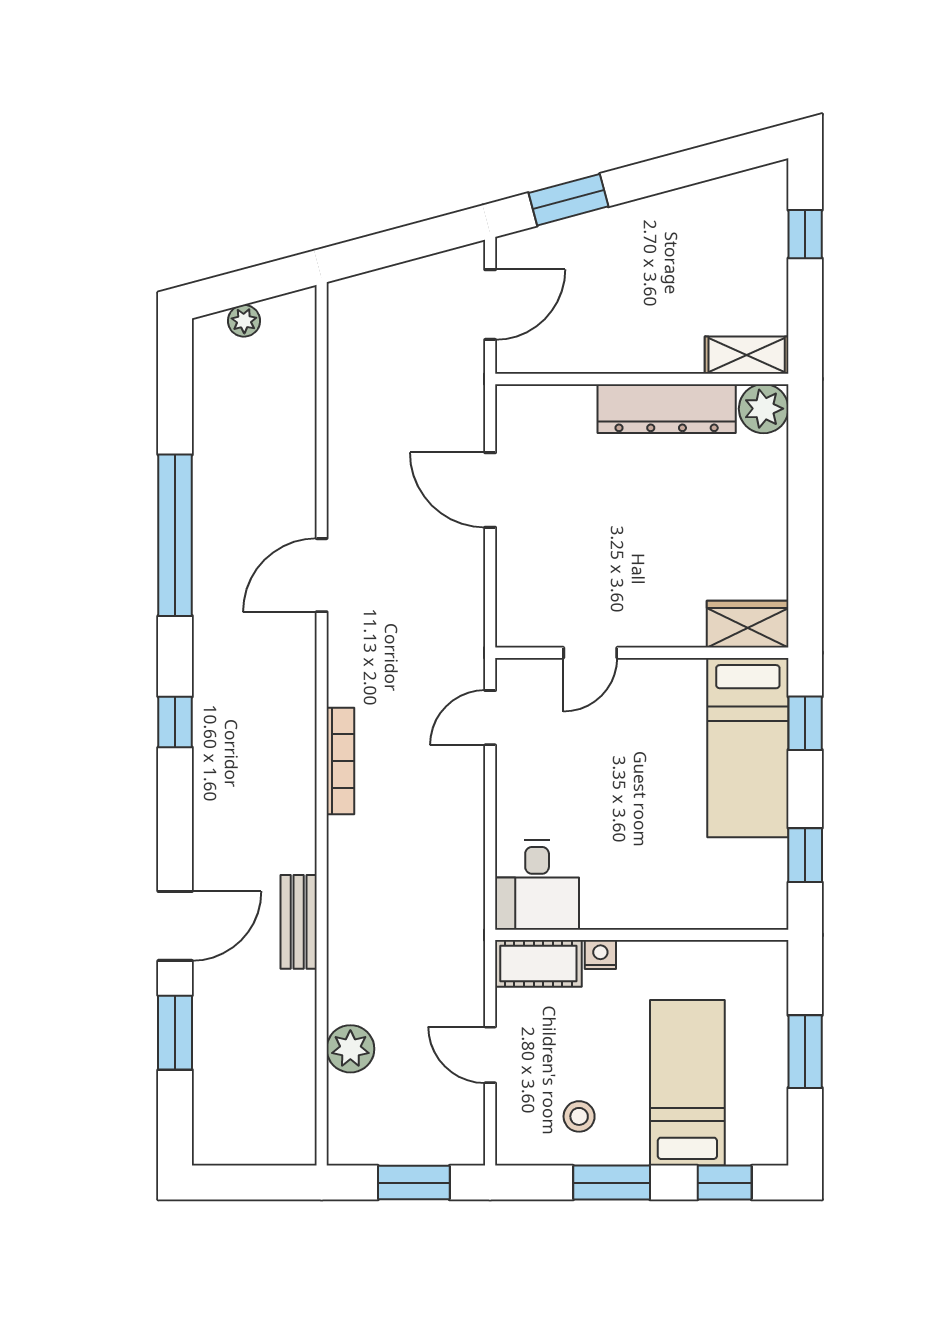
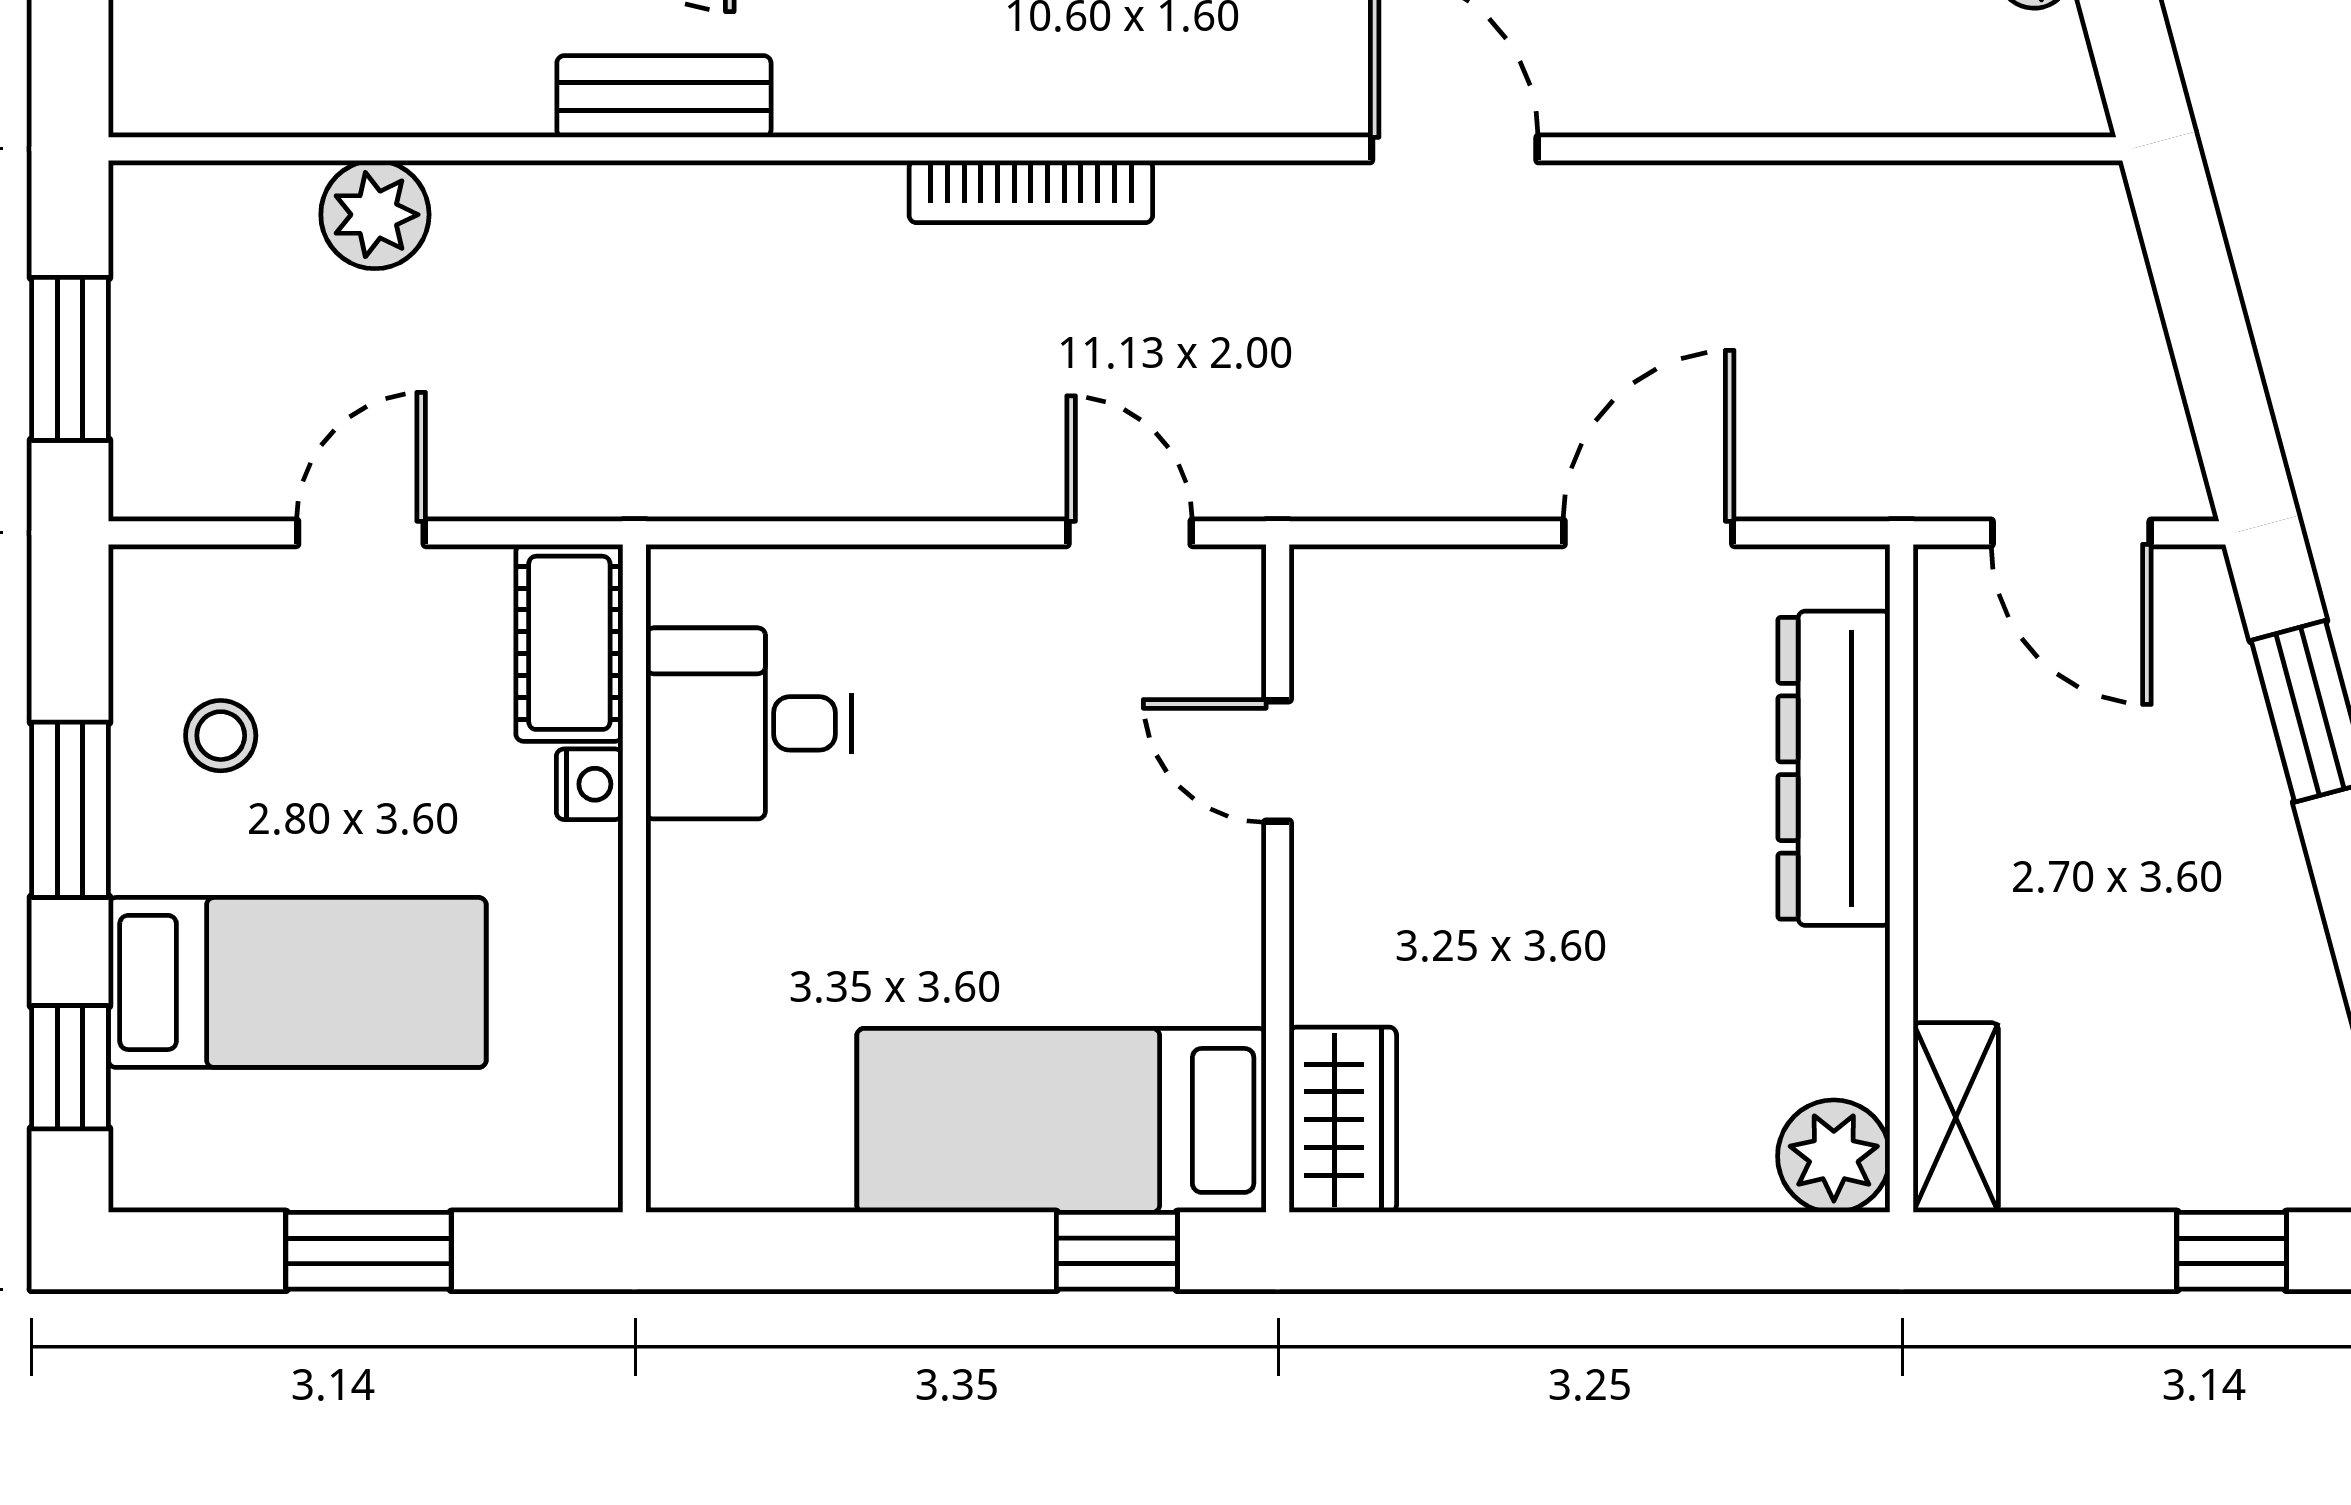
dresser: (667, 409) -> (1834, 768), moved
window: (805, 855) -> (816, 1251), removed
desk: (537, 885) -> (749, 723), moved

